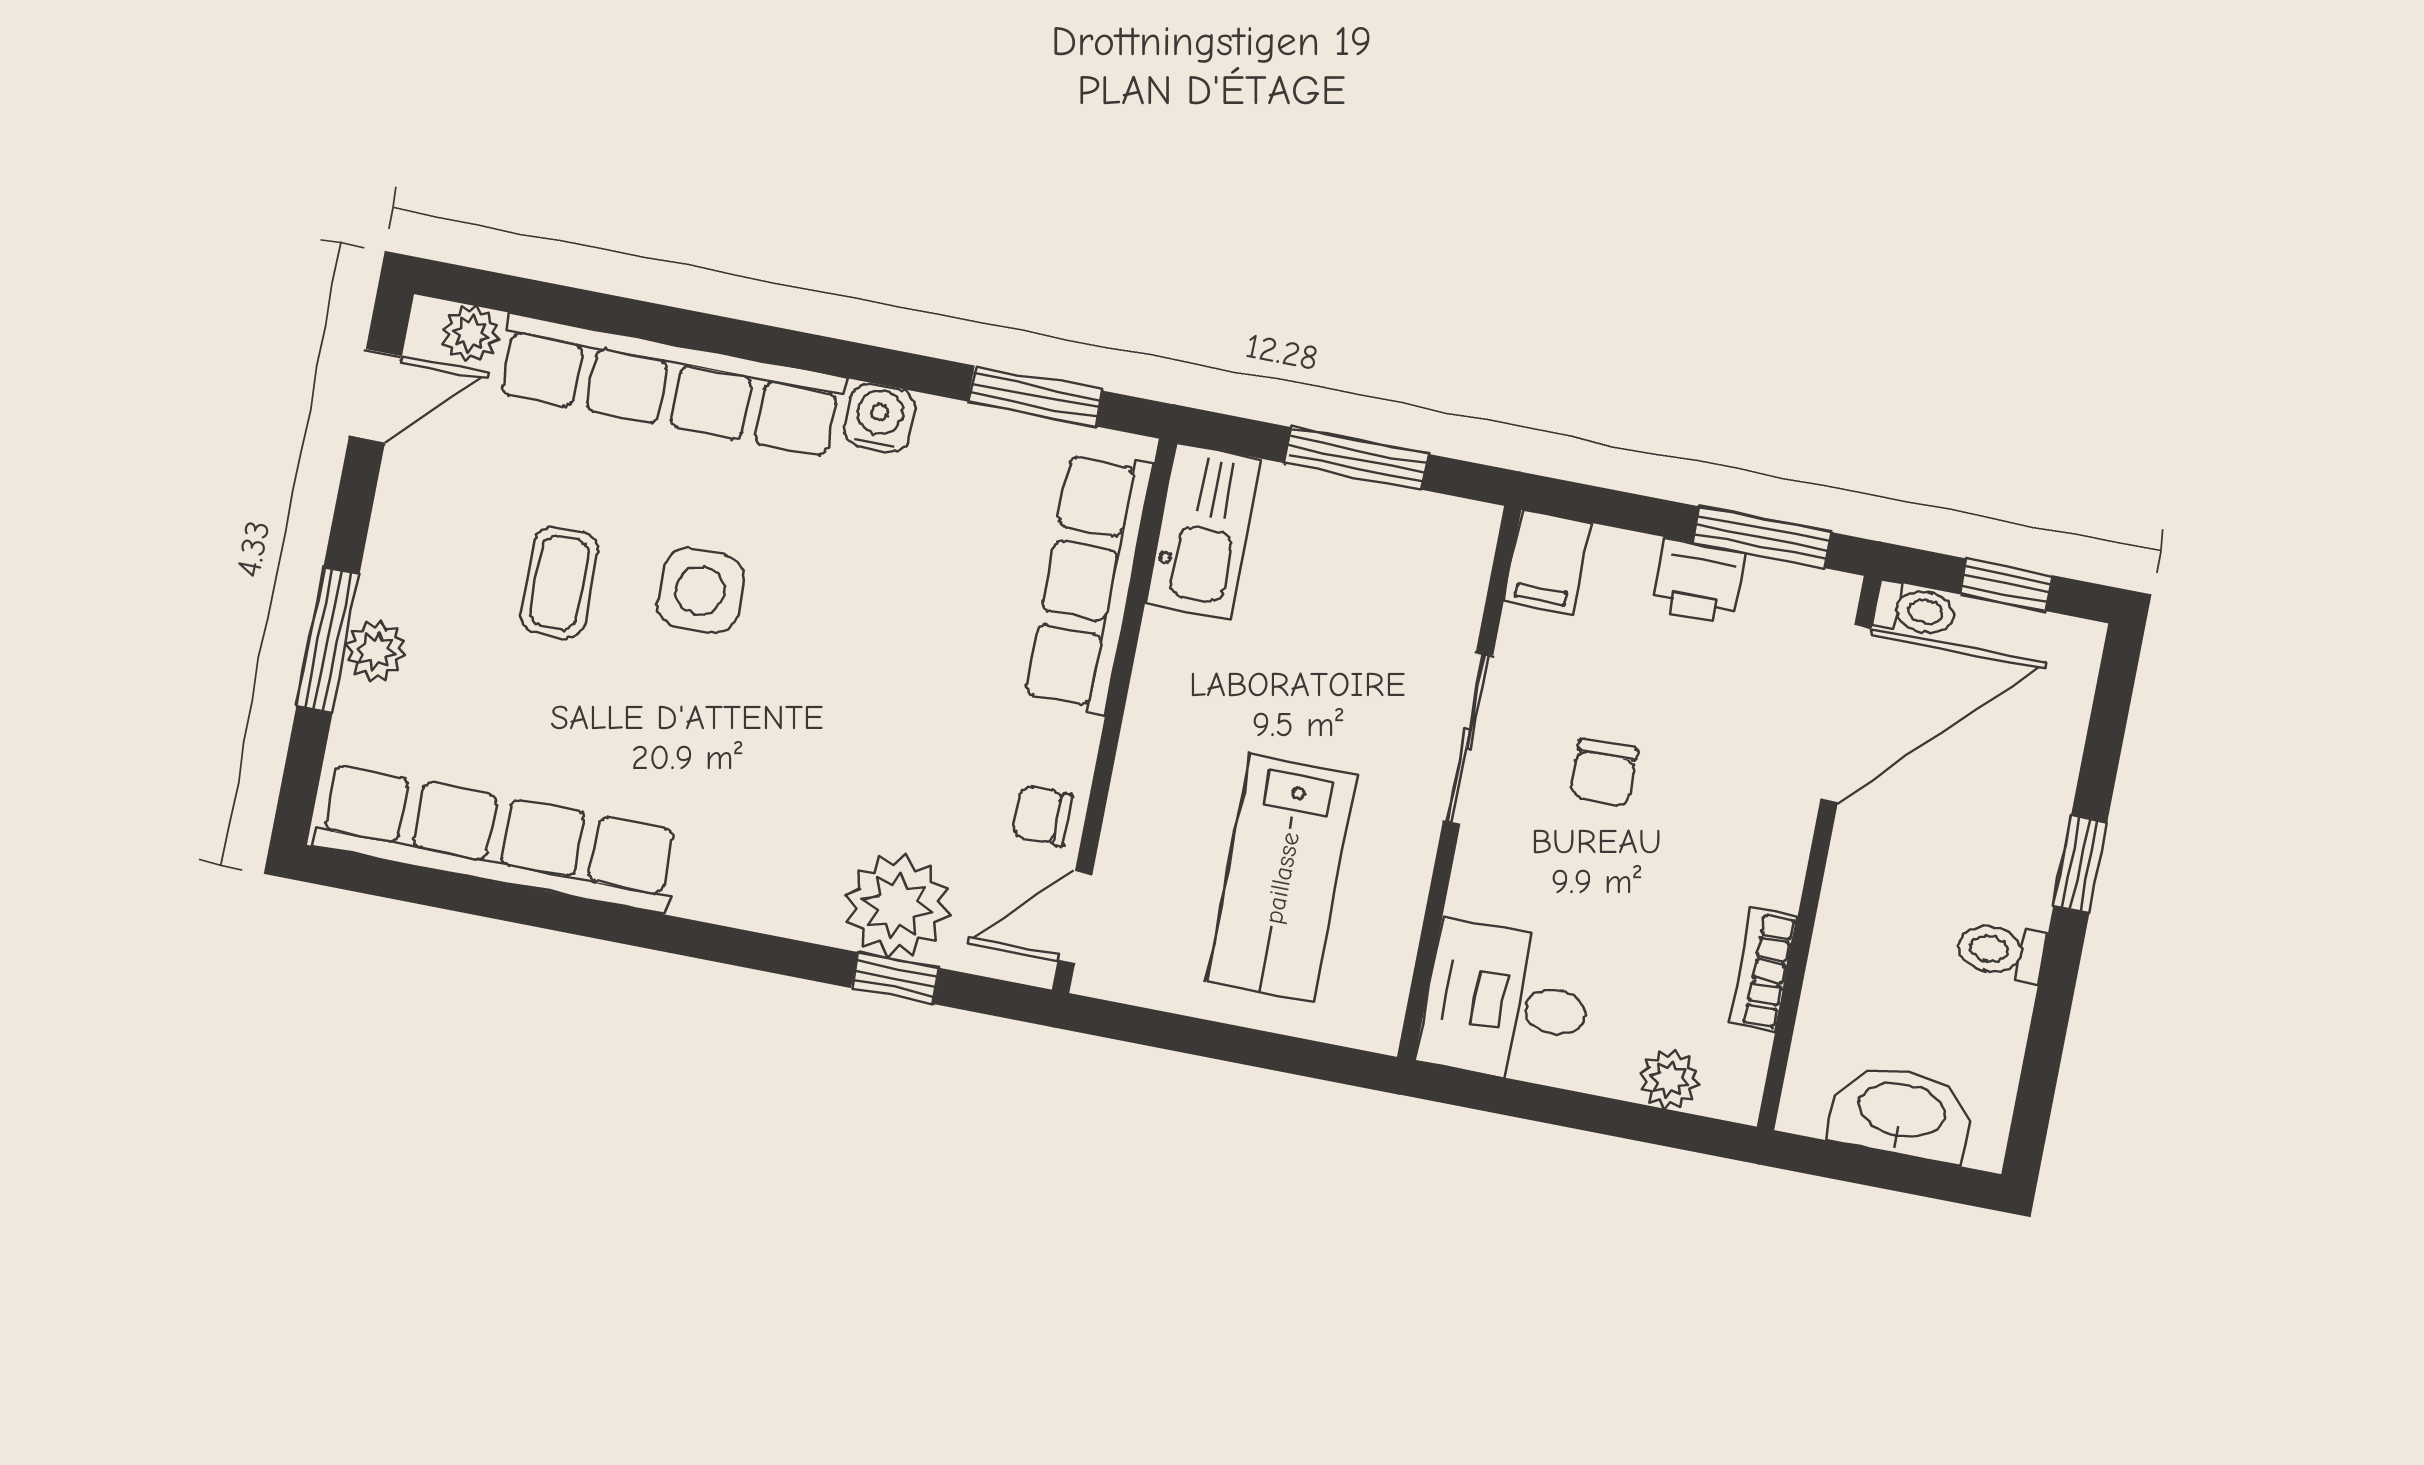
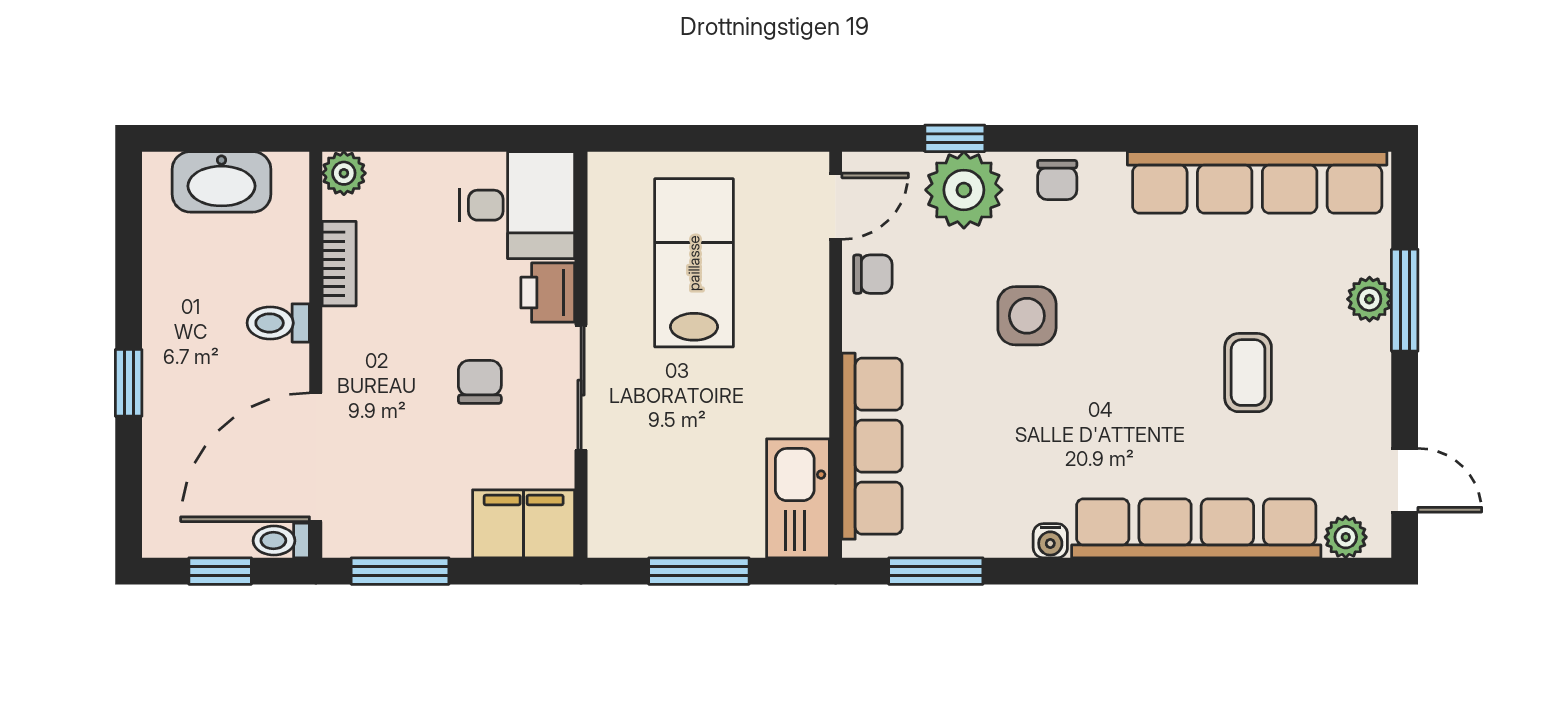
door: (375, 396) -> (1405, 480), swing flipped
water cooler: (879, 418) -> (1050, 541), width x0.72, depth x0.72
filing cabinet: (1547, 562) -> (524, 524), width x2.00
printer: (1699, 582) -> (548, 293), moved, turned -90
side table: (700, 591) -> (1027, 316), moved
chair: (768, 895) -> (1057, 180), added
toilet: (2001, 951) -> (278, 323), moved, turned 180
plant: (1669, 1079) -> (344, 173), moved

